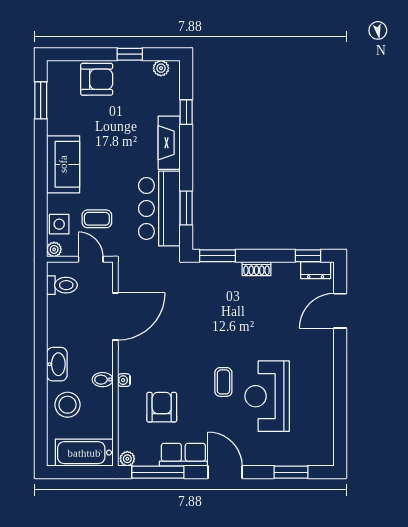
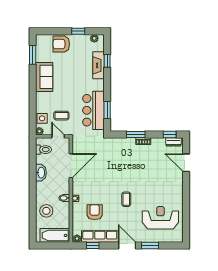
armchair: (97, 79) -> (61, 44), turned 180
fireplace: (169, 143) -> (98, 65), moved
sofa: (63, 164) -> (44, 77), moved
window: (217, 256) -> (136, 134), moved
door: (340, 311) -> (186, 163), hinge flipped
washbasin: (57, 364) -> (41, 173), moved
reception desk: (267, 396) -> (160, 218), moved, turned 90
row of seats: (183, 455) -> (100, 237), width x1.48
window: (158, 472) -> (93, 245), width x0.46
window: (291, 472) -> (150, 245), moved

